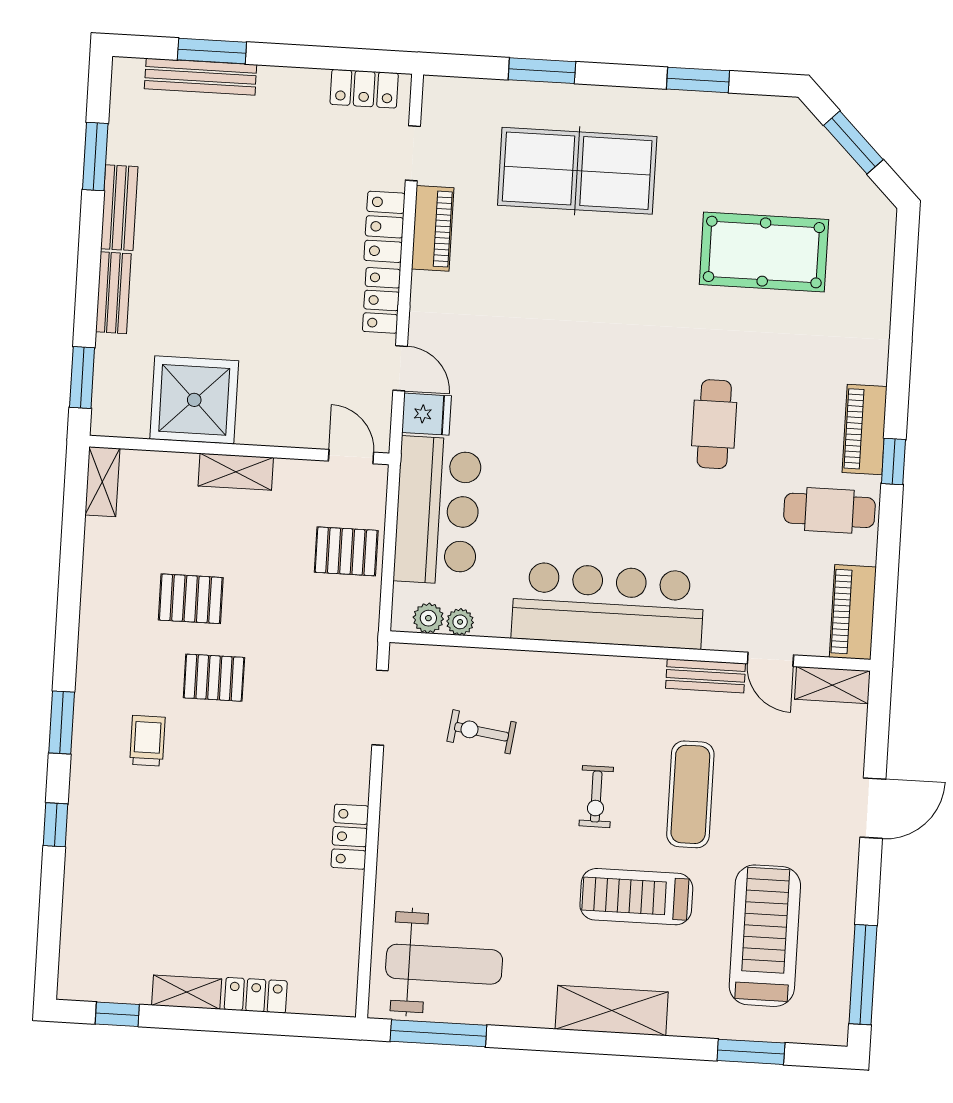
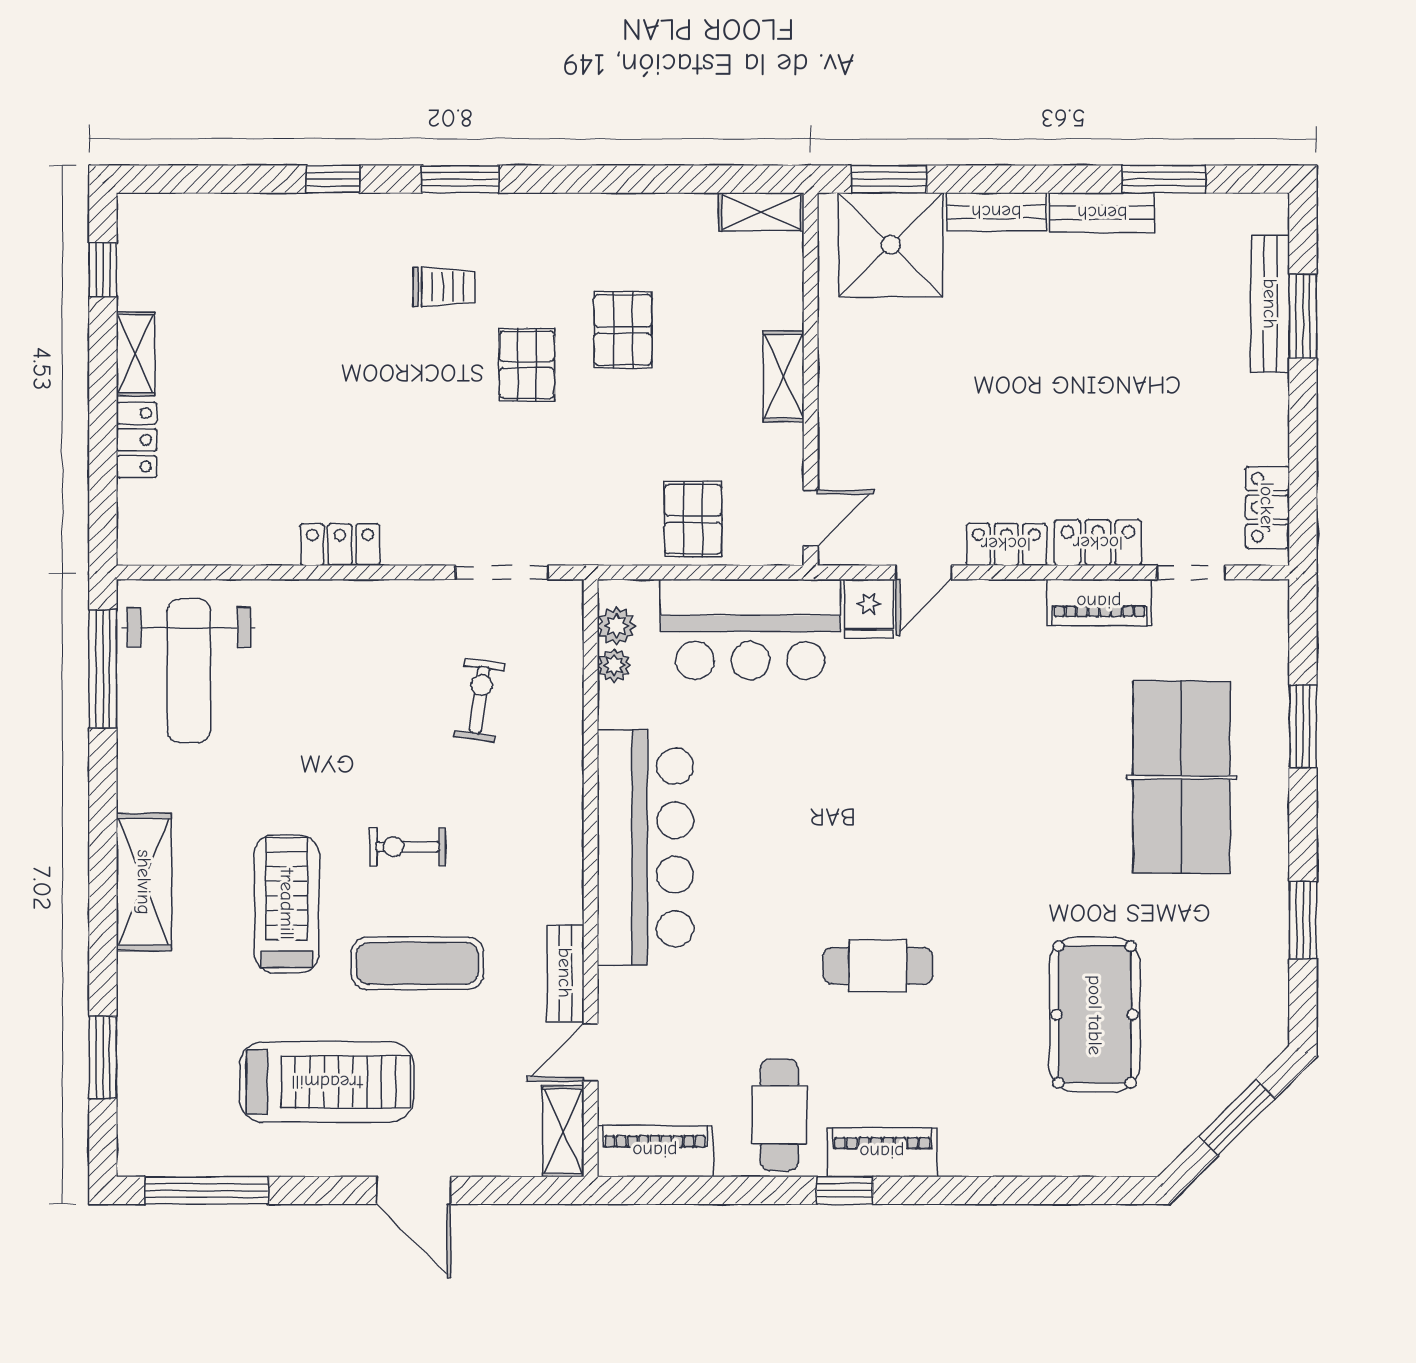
shower: (194, 400) -> (891, 245), moved
treadmill: (765, 936) -> (327, 1082), moved

